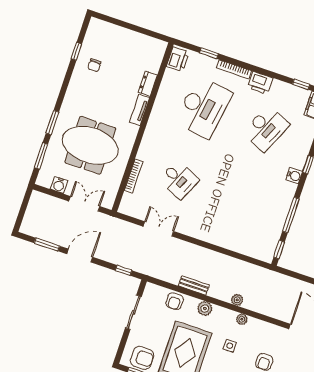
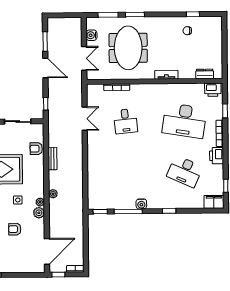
dresser: (148, 84) -> (205, 74), moved
water cooler: (294, 176) -> (141, 204), moved
desk: (179, 180) -> (126, 121), turned -30
plant: (205, 308) -> (39, 213), moved

